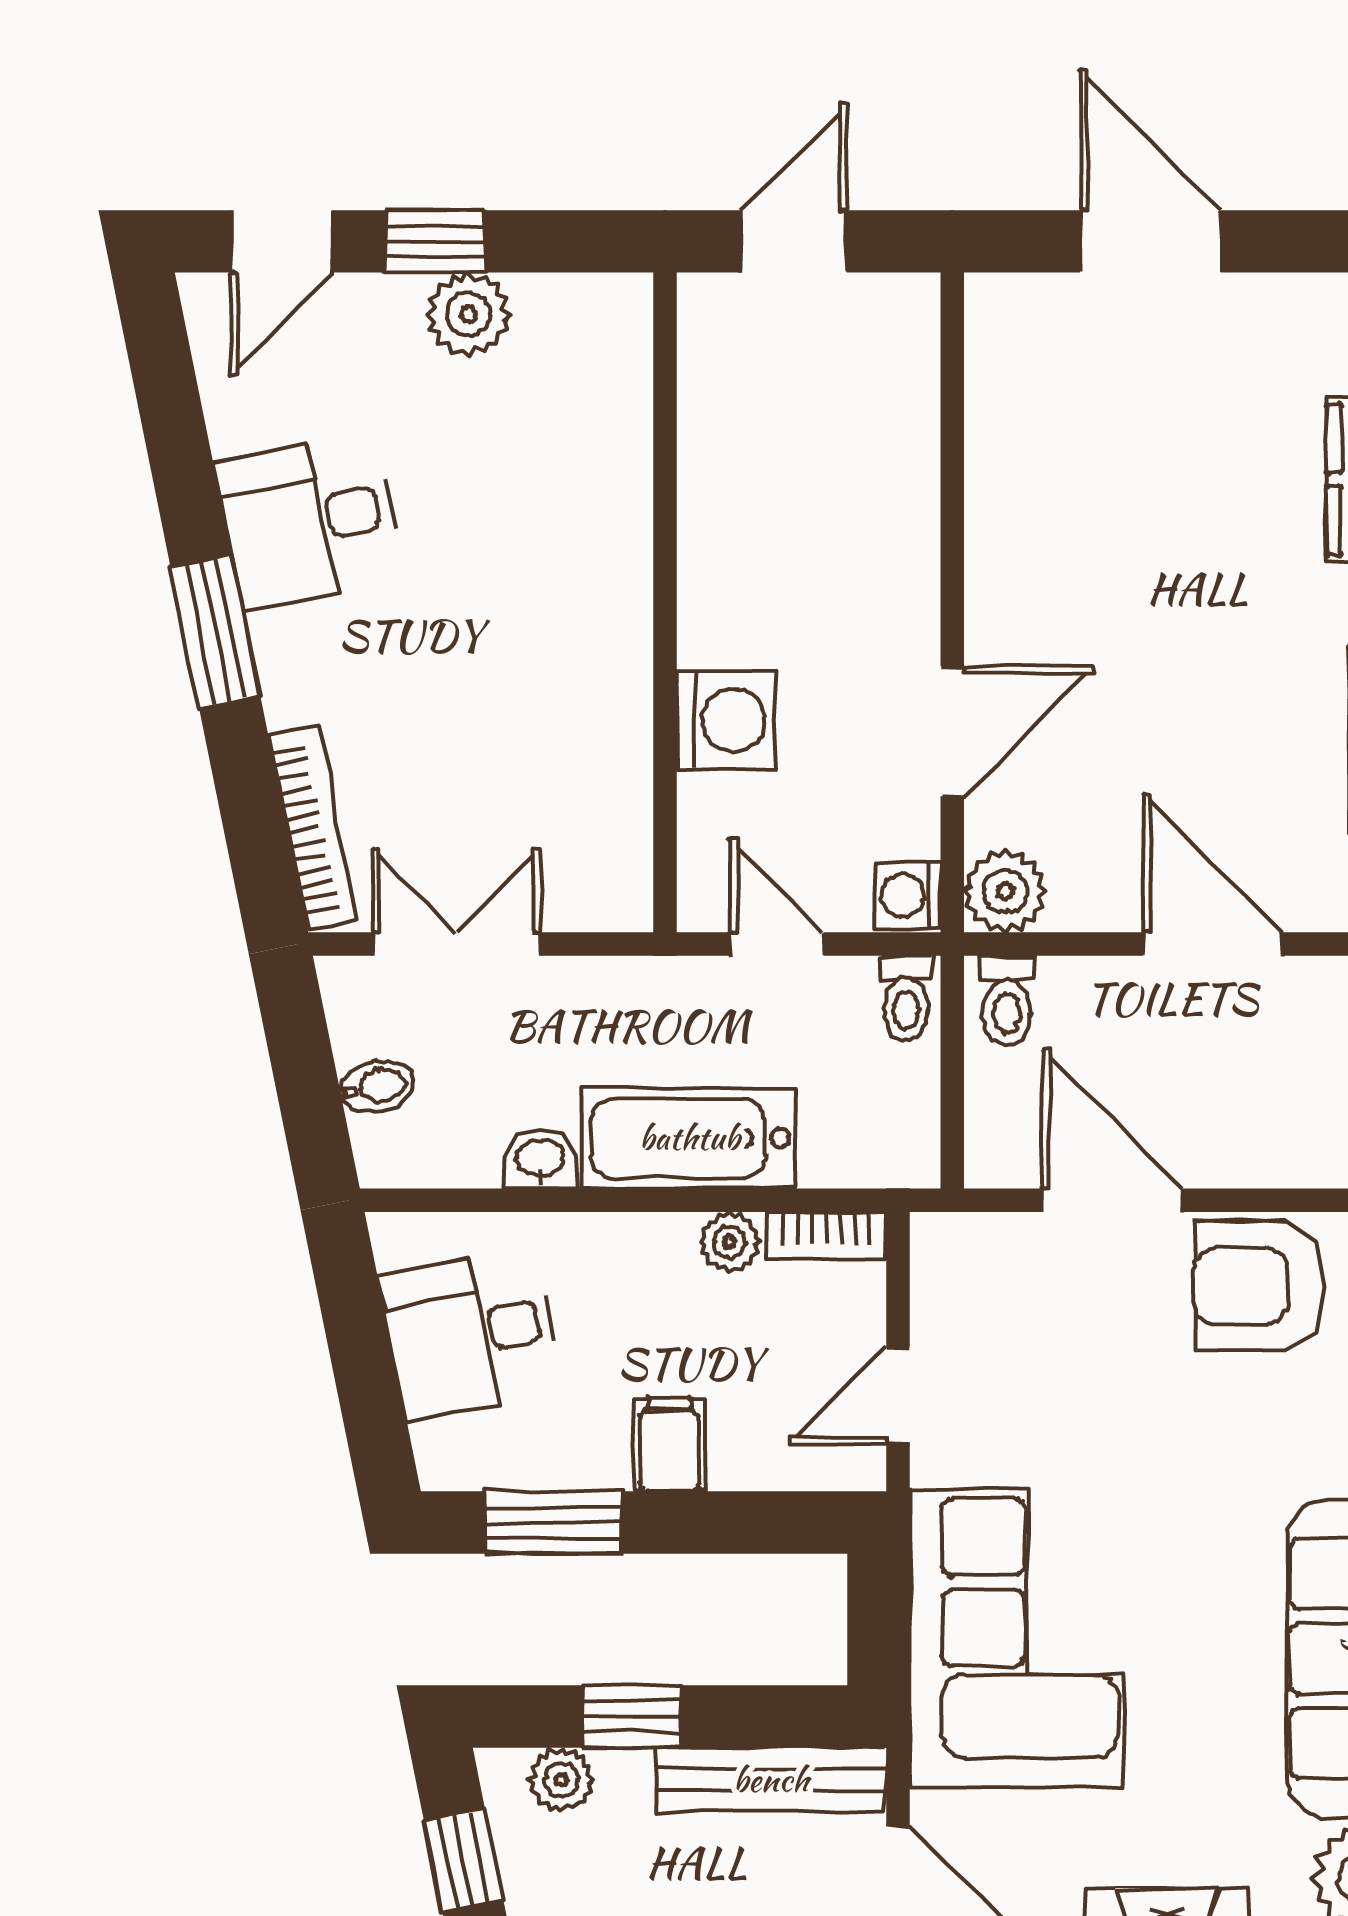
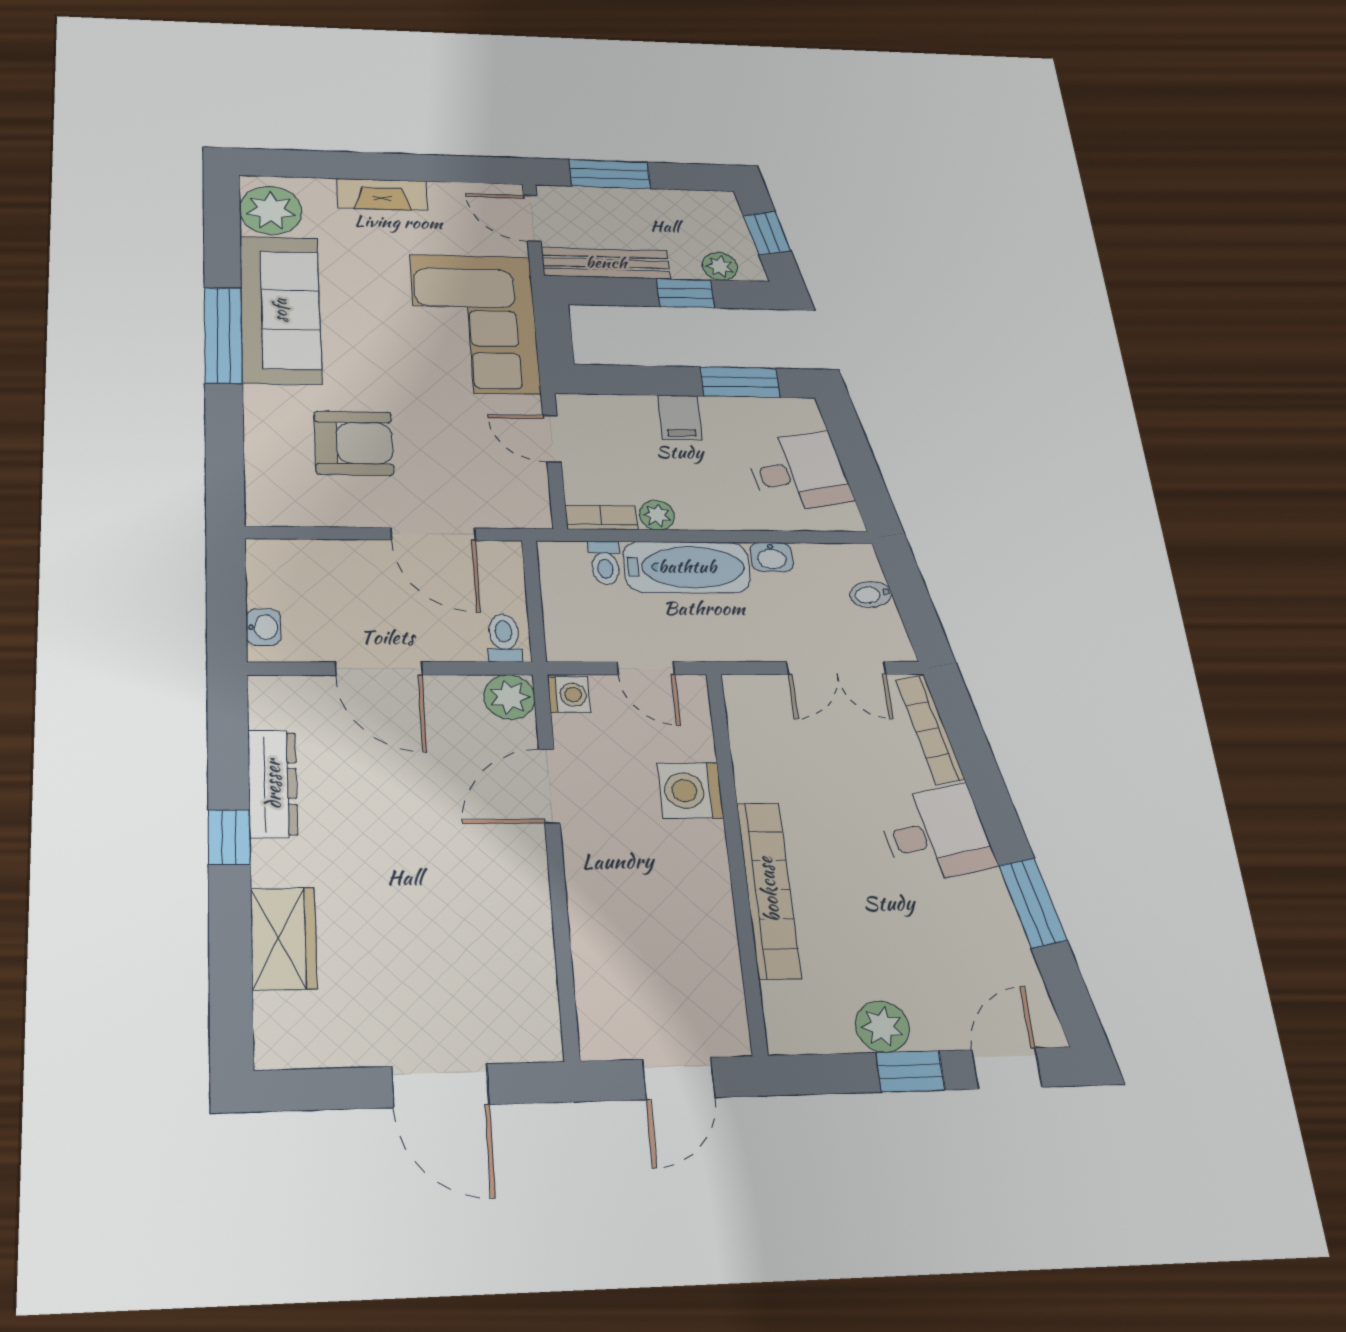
desk: (309, 521) -> (936, 834), moved
bookcase: (619, 546) -> (769, 890), added
window: (215, 631) -> (1033, 903), moved
toilet: (906, 998) -> (605, 563), moved, turned 180
armchair: (1259, 1286) -> (354, 443), moved
door: (898, 1396) -> (552, 439), swing flipped

